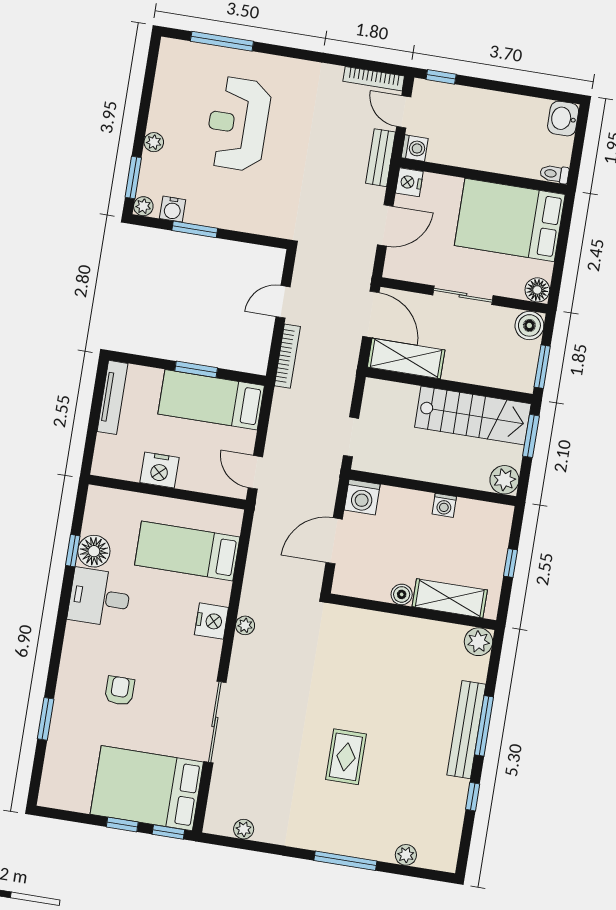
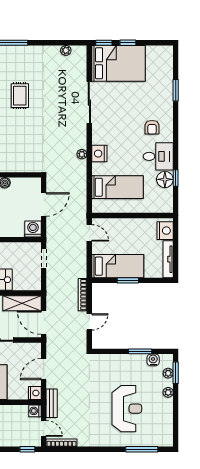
plant: (143, 206) -> (168, 373), moved
nightstand: (159, 470) -> (165, 231), moved, turned 90
armchair: (120, 691) -> (152, 127), moved

